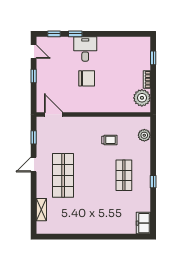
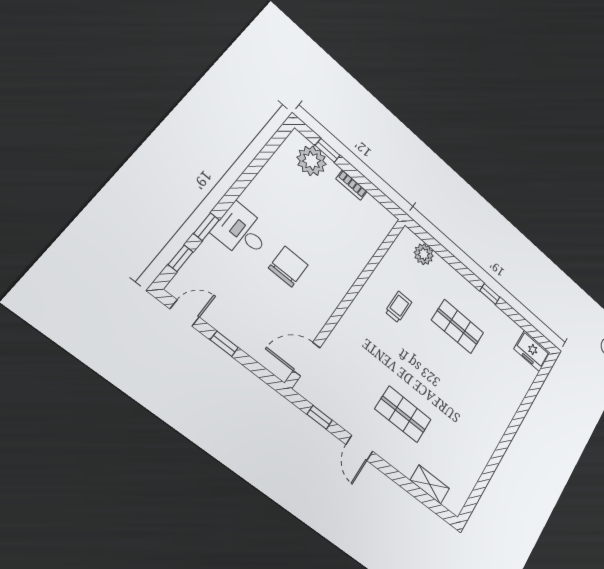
plant: (142, 98) -> (312, 161), moved
shop shelf: (63, 175) -> (403, 414), width x0.70, depth x0.74

